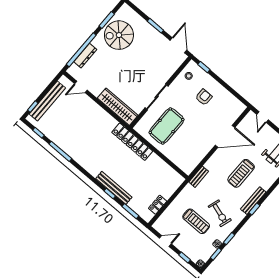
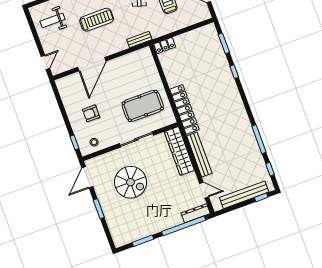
spiral stairs: (119, 35) -> (130, 182), moved
dresser: (85, 56) -> (196, 213), moved
door: (225, 136) -> (92, 64), swing flipped
bench: (114, 188) -> (199, 155), moved
locker: (158, 205) -> (165, 45), moved

